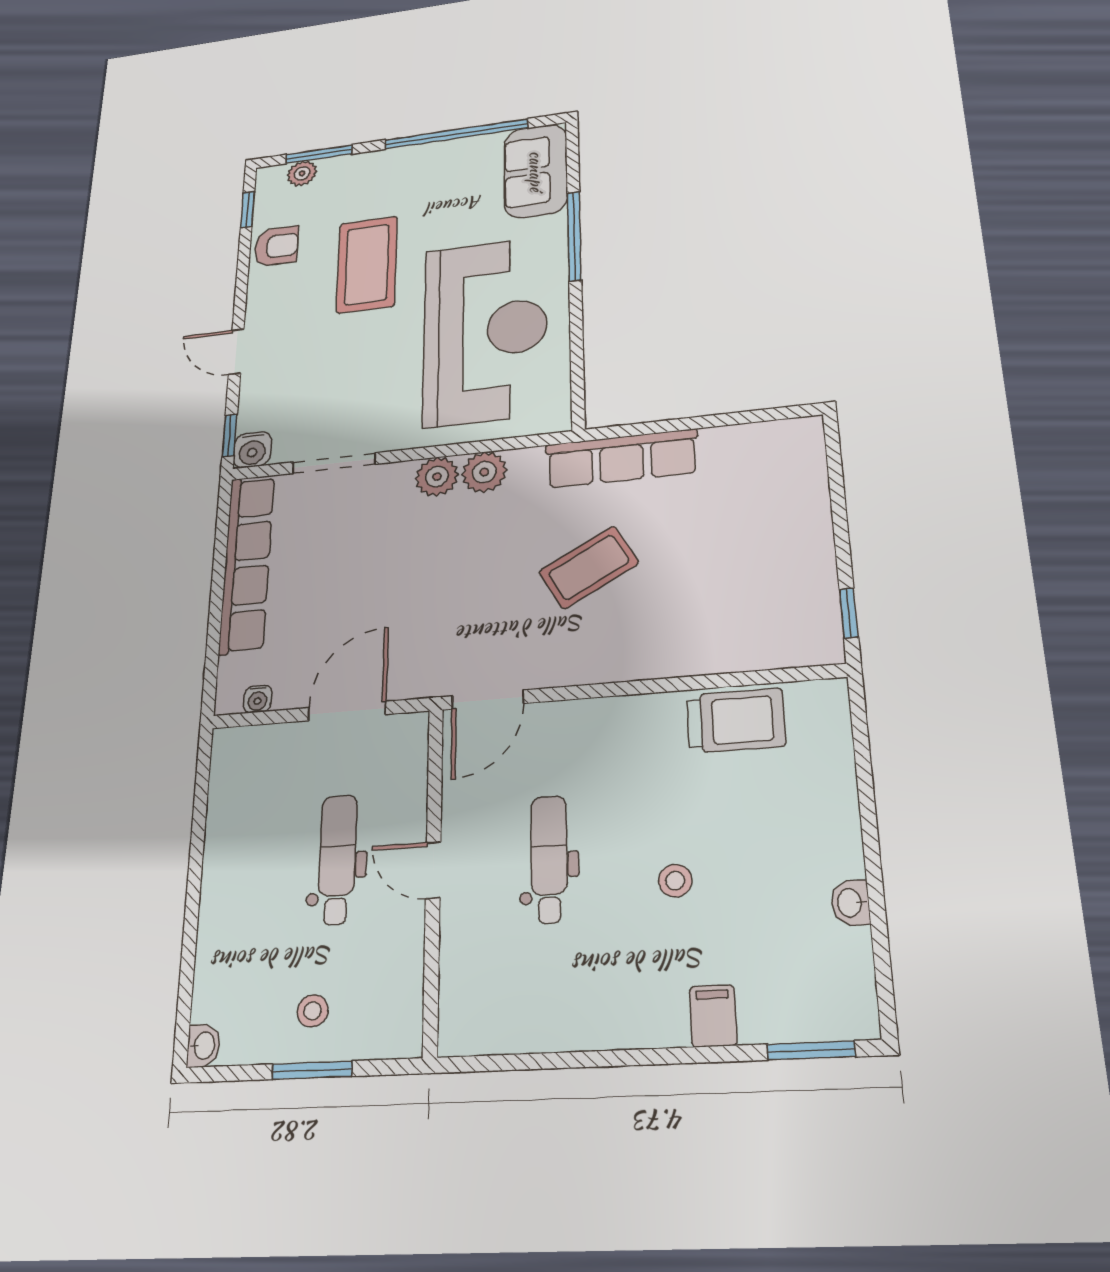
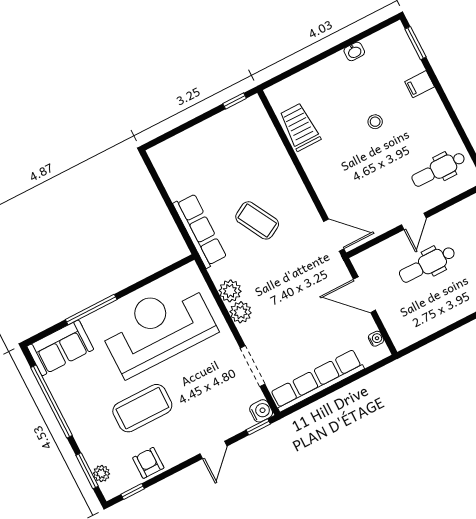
dental chair: (549, 859) -> (438, 169), moved

